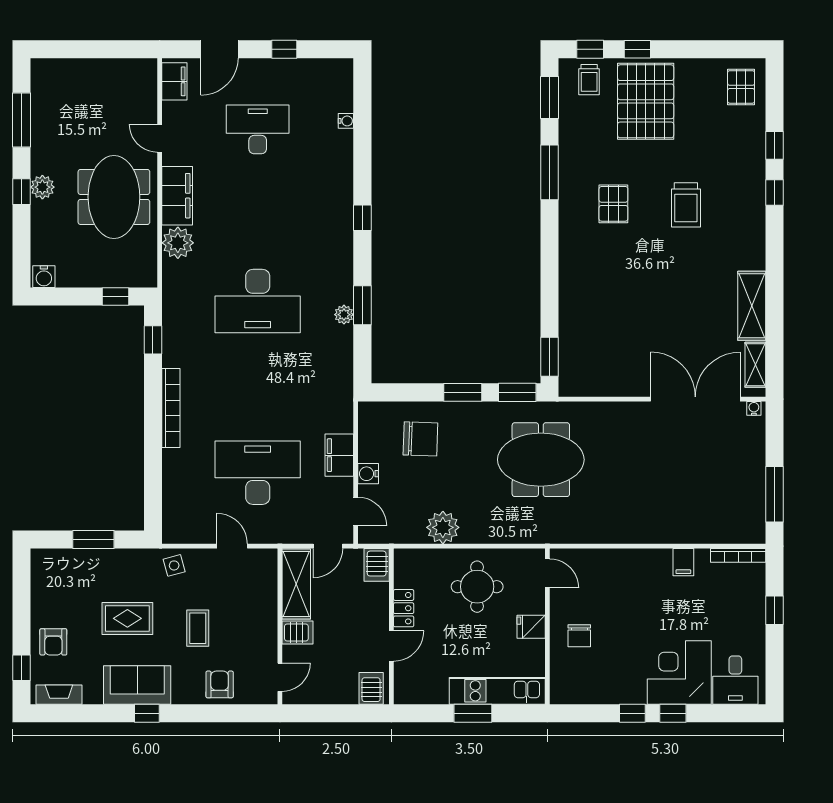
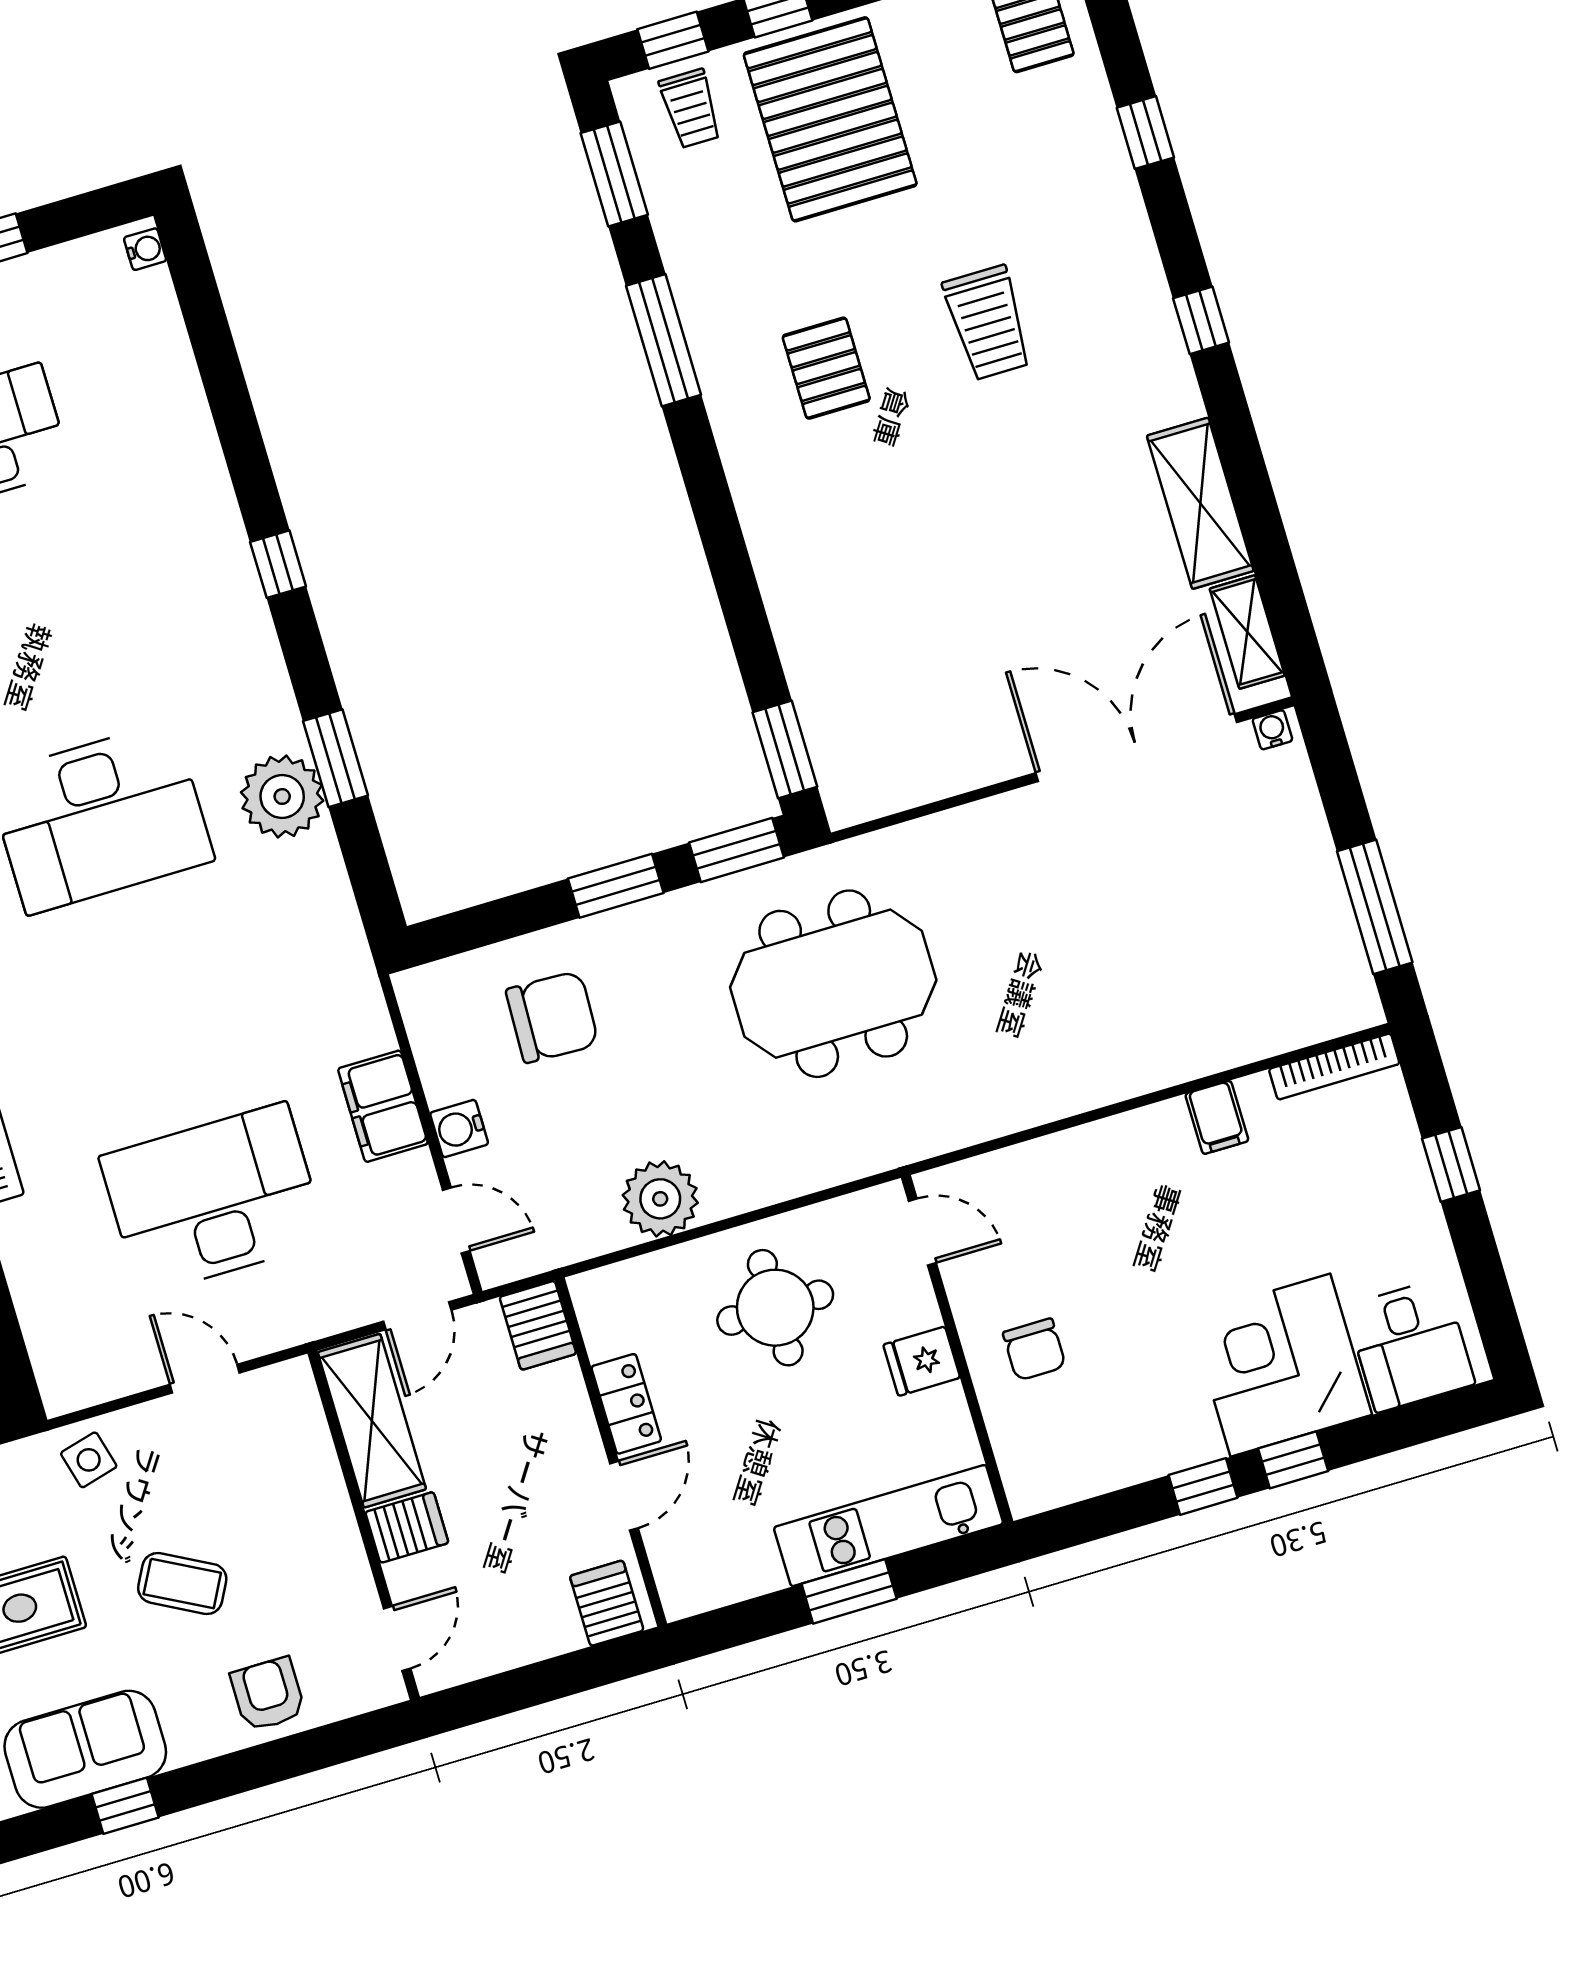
water cooler: (346, 121) -> (145, 249), moved
window: (775, 192) -> (1201, 320), moved
plant: (344, 315) -> (282, 797), width x1.88, depth x1.88
coffee table: (198, 628) -> (182, 1583), turned -62

